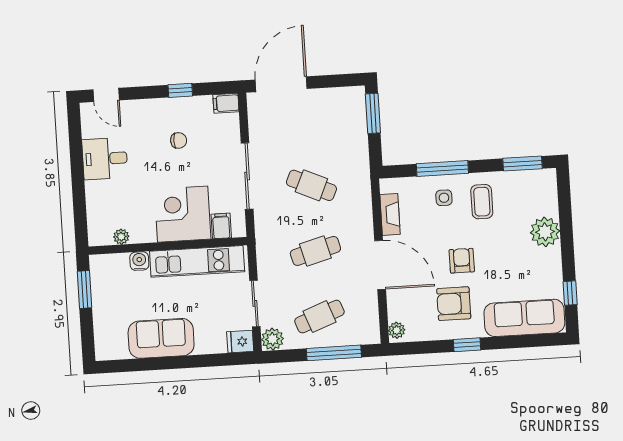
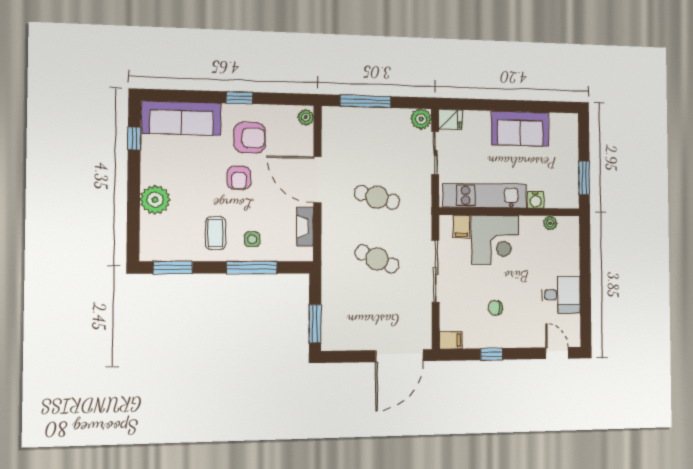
cafe table: (315, 251) -> (377, 197), turned 30
cafe table: (319, 317) -> (377, 136), removed

